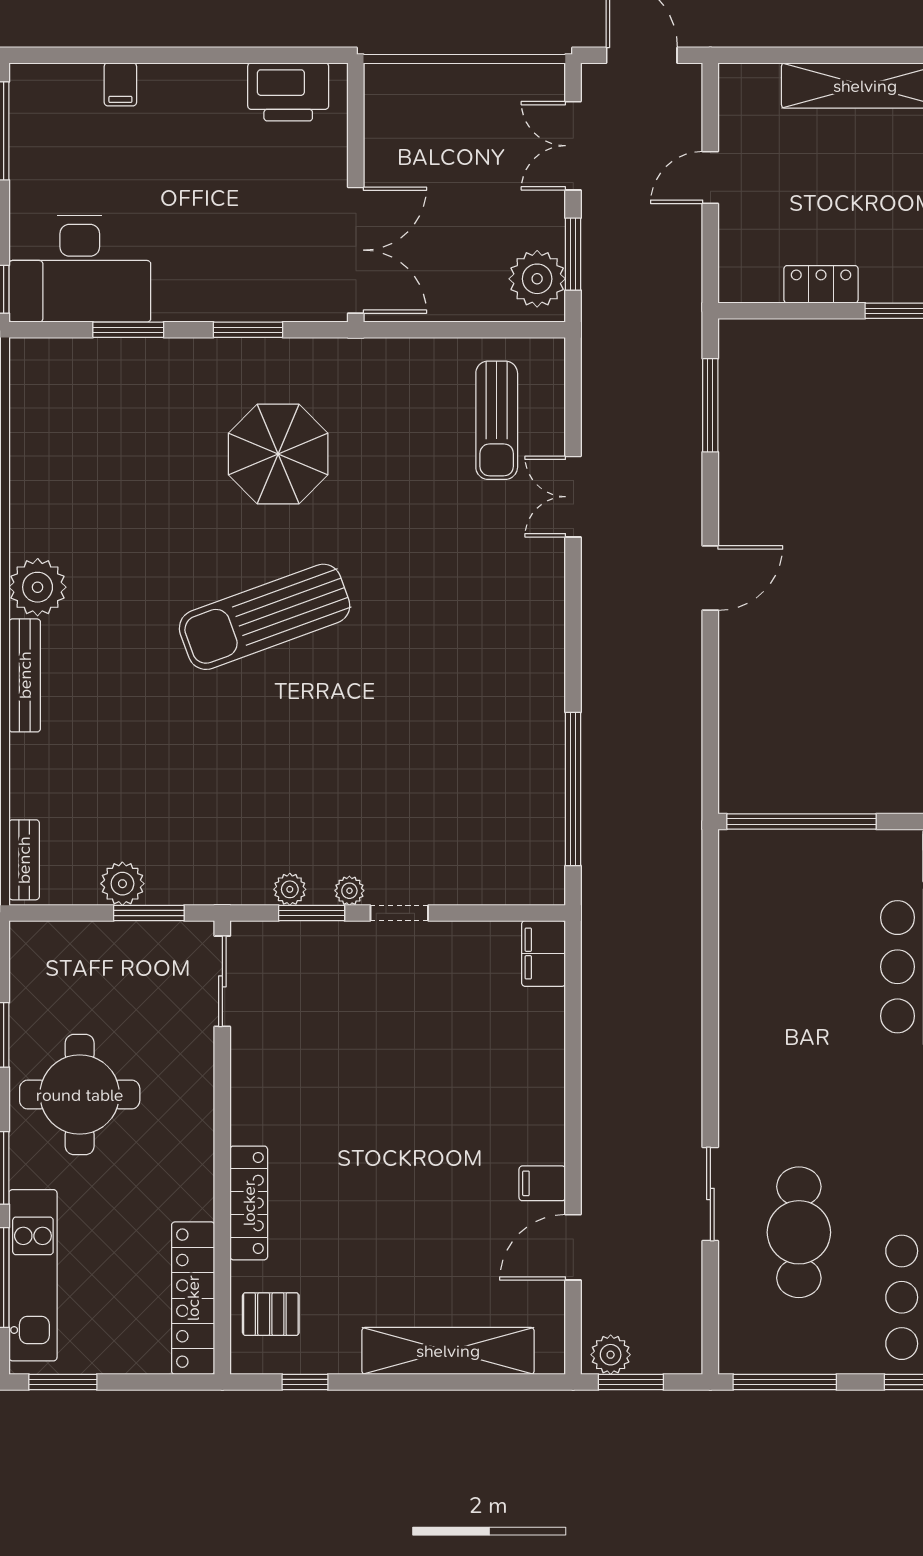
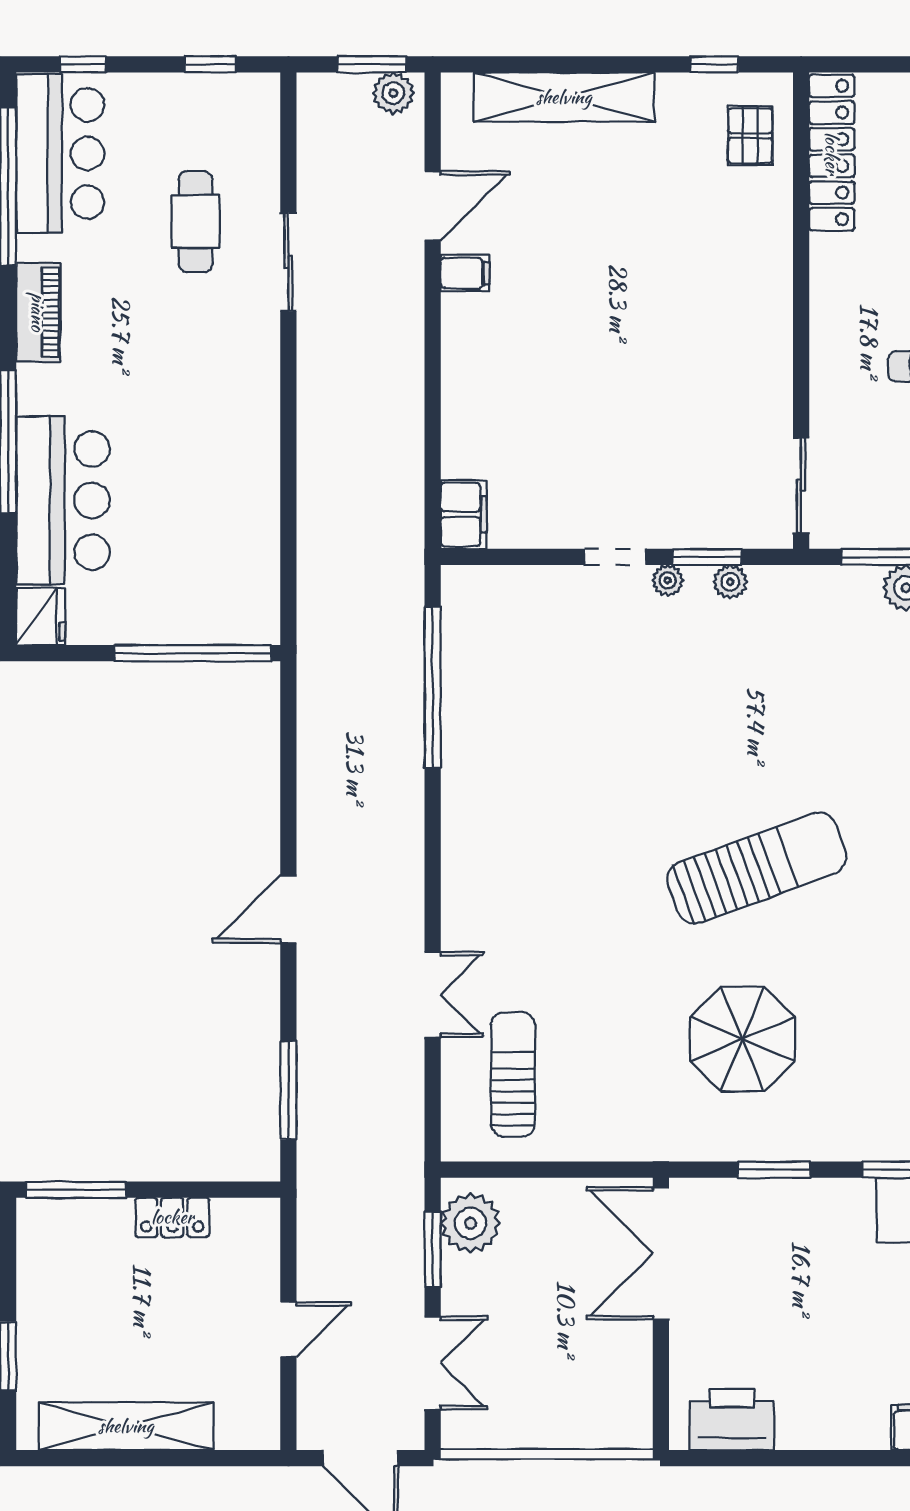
locker: (249, 1203) -> (773, 252), removed
cafe table: (799, 1232) -> (195, 222), width x0.73, depth x0.74
pallet: (271, 1314) -> (750, 136), turned 90
window: (785, 1382) -> (210, 64), width x0.46

